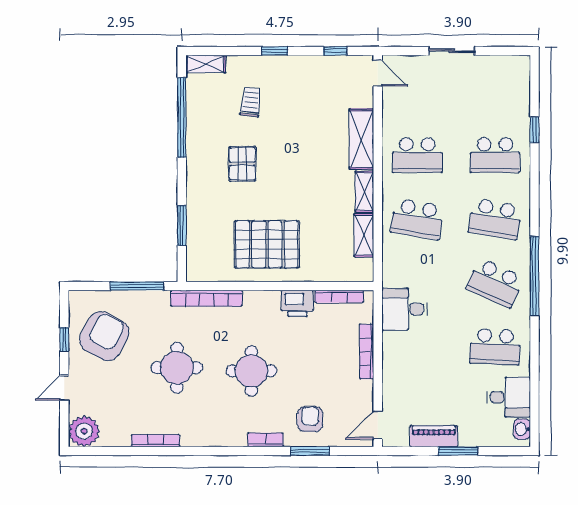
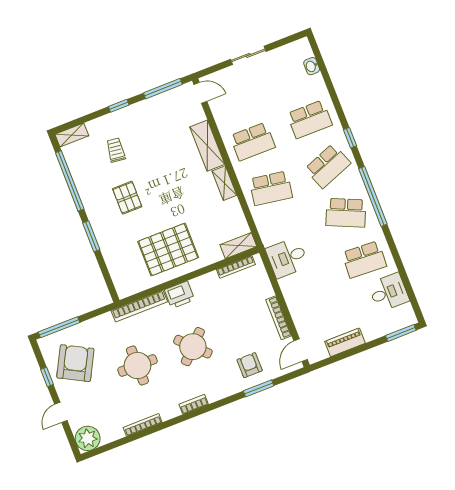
window: (335, 51) -> (163, 89), width x2.17
window: (534, 130) -> (350, 138), moved
school desk: (495, 219) -> (328, 166), turned -30
window: (182, 225) -> (91, 236), moved
shelving: (364, 235) -> (238, 246), moved, turned 90
window: (137, 286) -> (59, 327), moved
printer: (297, 303) -> (180, 295), moved
bookcase: (367, 352) -> (279, 318), moved
round table: (251, 371) -> (193, 347), turned 45
washbasin: (522, 429) -> (312, 66), moved
bookcase: (266, 440) -> (194, 404), moved
window: (458, 451) -> (401, 333), moved

